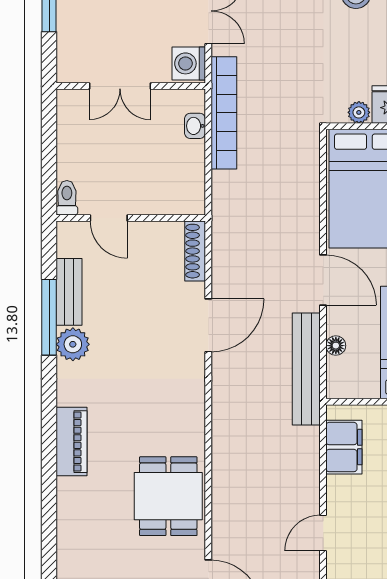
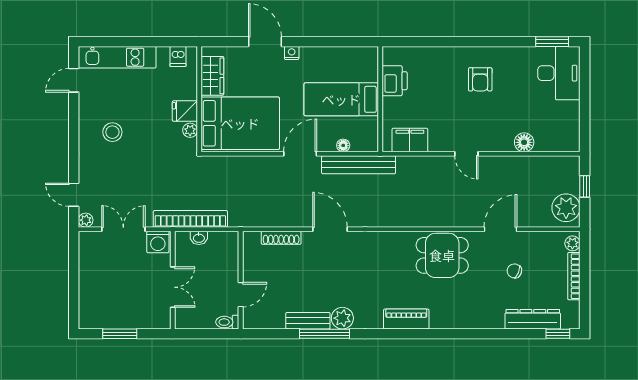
toilet: (67, 198) -> (227, 322), moved
door: (109, 218) -> (241, 295), moved
wall: (131, 218) -> (241, 280), moved

